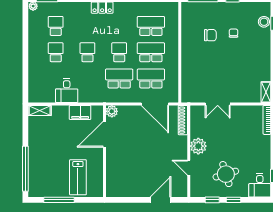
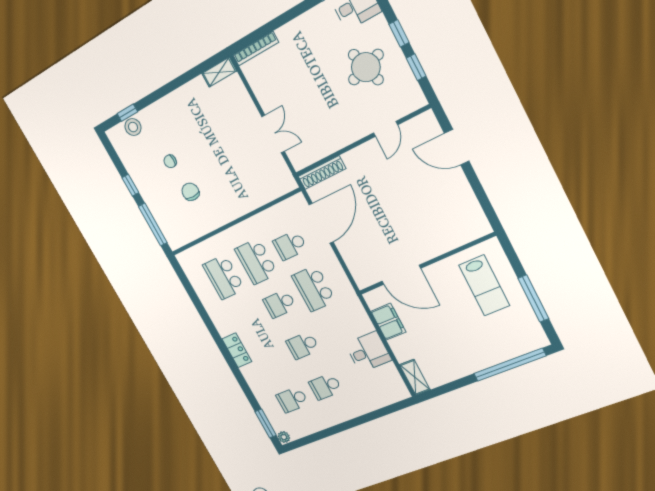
school desk: (151, 78) -> (290, 245), width x0.54
plant: (112, 111) -> (363, 279), removed
plant: (198, 146) -> (347, 131), removed
lab bench: (78, 177) -> (484, 285), turned 90

